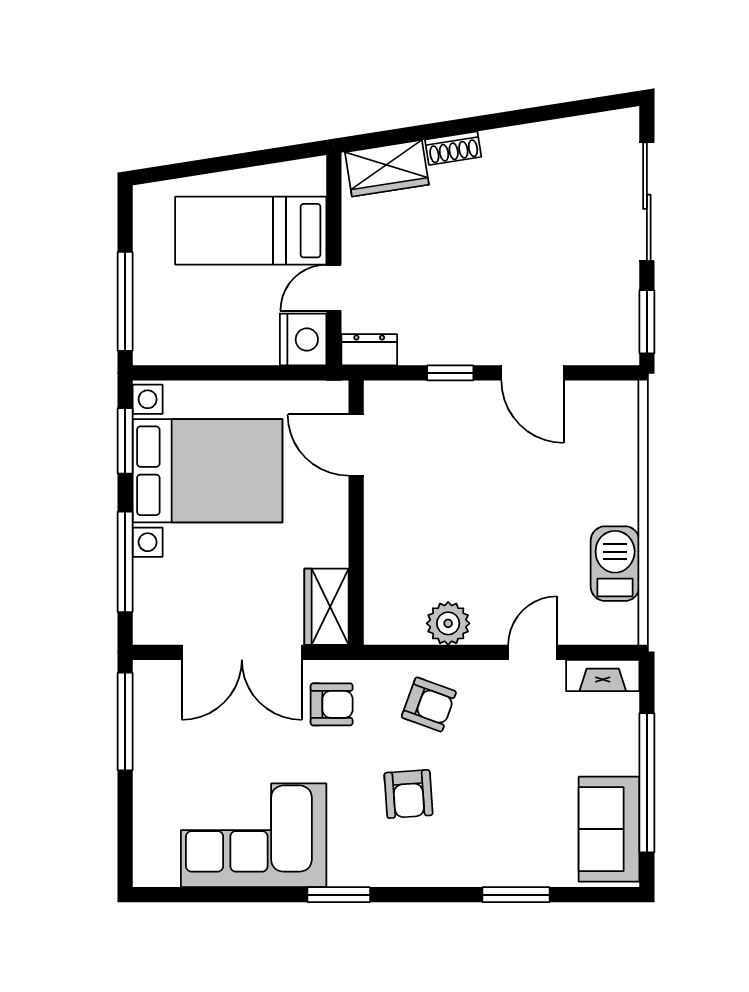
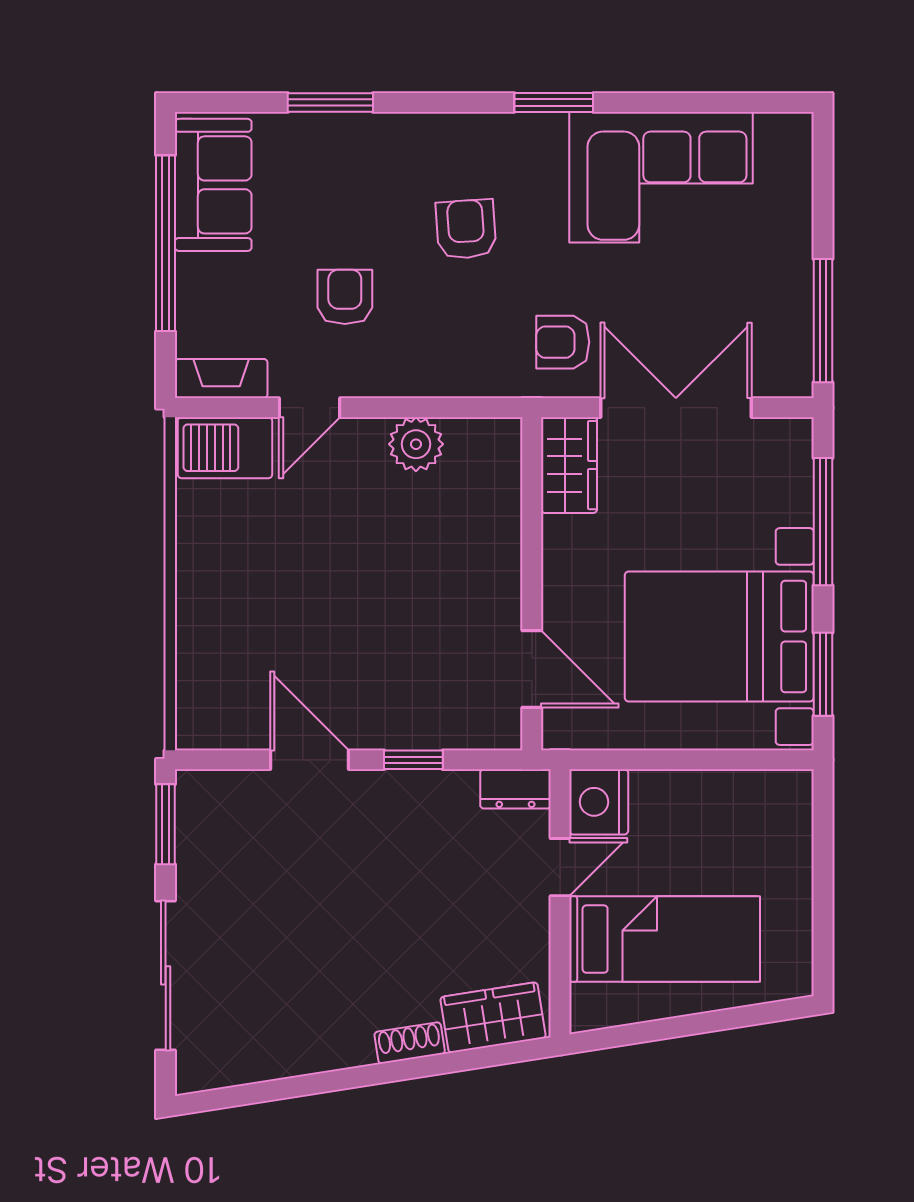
window: (125, 301) -> (823, 850), removed
barbecue: (615, 564) -> (225, 448), moved, turned 90
armchair: (429, 704) -> (345, 297), moved, turned 70

